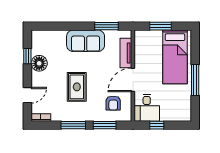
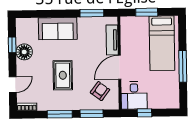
sofa: (86, 41) -> (58, 29), moved
armchair: (113, 103) -> (100, 91), turned -143

